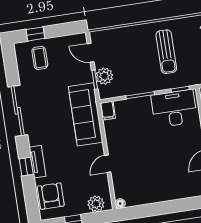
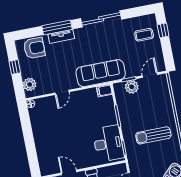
door: (108, 164) -> (62, 92), swing flipped
window: (26, 167) -> (57, 28), width x2.17

